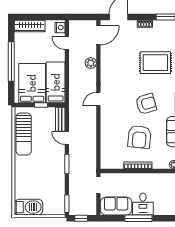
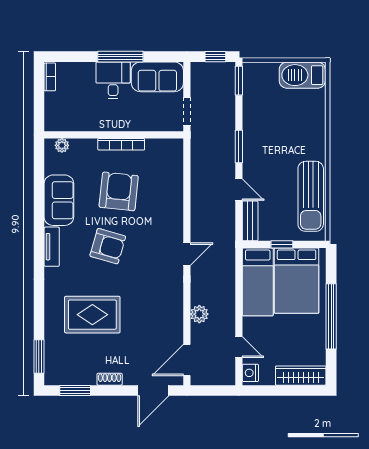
armchair: (146, 104) -> (108, 246), turned -148
sun lounger: (24, 134) -> (311, 196), turned 180

